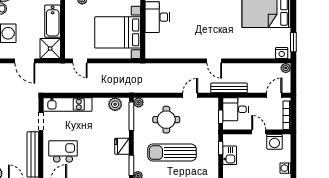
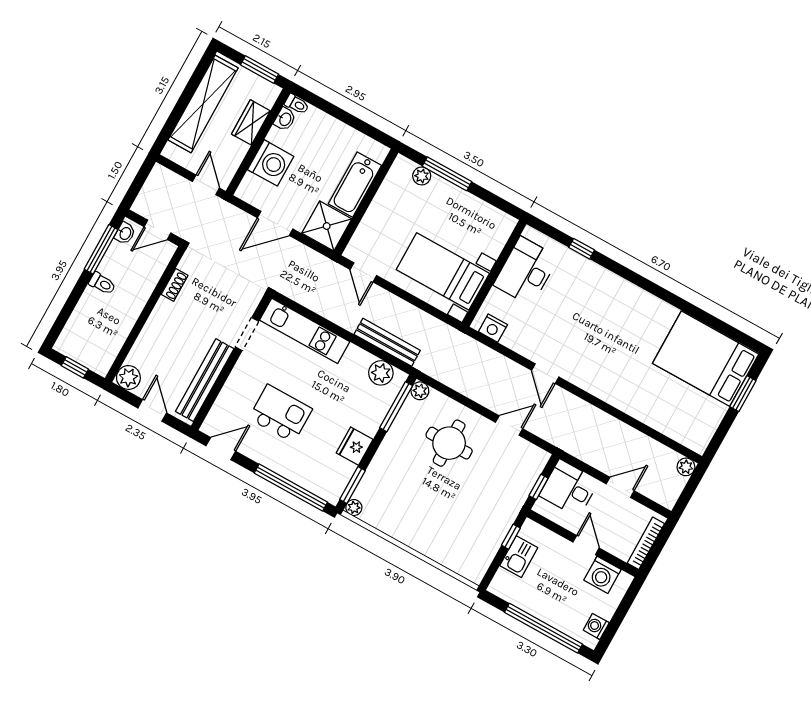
bed with nightstands: (118, 32) -> (443, 271), width x0.73
window: (293, 42) -> (743, 394), moved
nightstand: (282, 53) -> (493, 328), moved
door: (25, 61) -> (275, 223), hinge flipped
door: (214, 61) -> (545, 374), moved
bench: (229, 88) -> (387, 342), moved
door: (274, 95) -> (620, 487), moved
kitchen island: (63, 151) -> (280, 414), moved
sun lounger: (172, 153) -> (429, 501), removed

